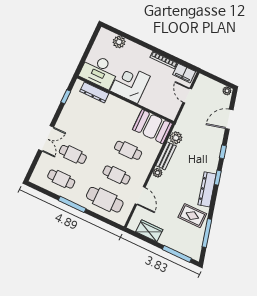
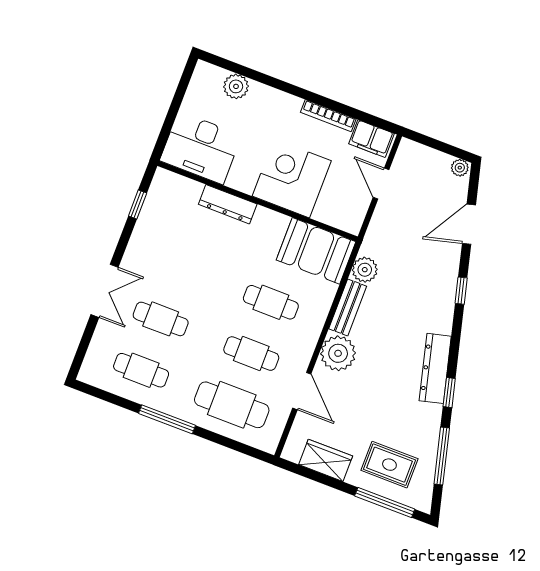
corner desk: (130, 84) -> (292, 178), moved
dresser: (94, 92) -> (228, 204), moved
plant: (158, 173) -> (338, 353), width x1.88, depth x1.88
window: (218, 178) -> (449, 393), moved
rug: (192, 216) -> (389, 465), moved

